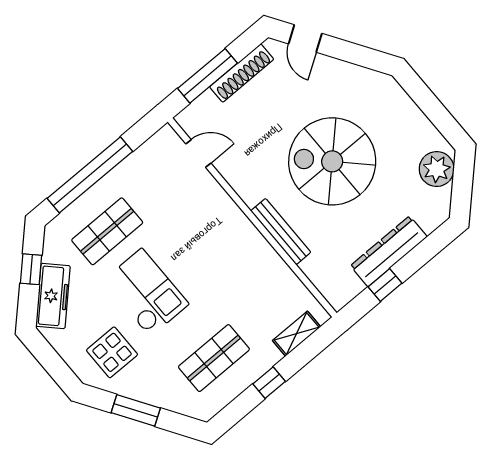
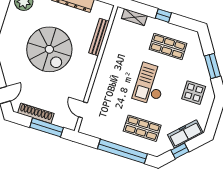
bench: (281, 232) -> (99, 37), moved
checkout: (146, 292) -> (150, 84), moved

